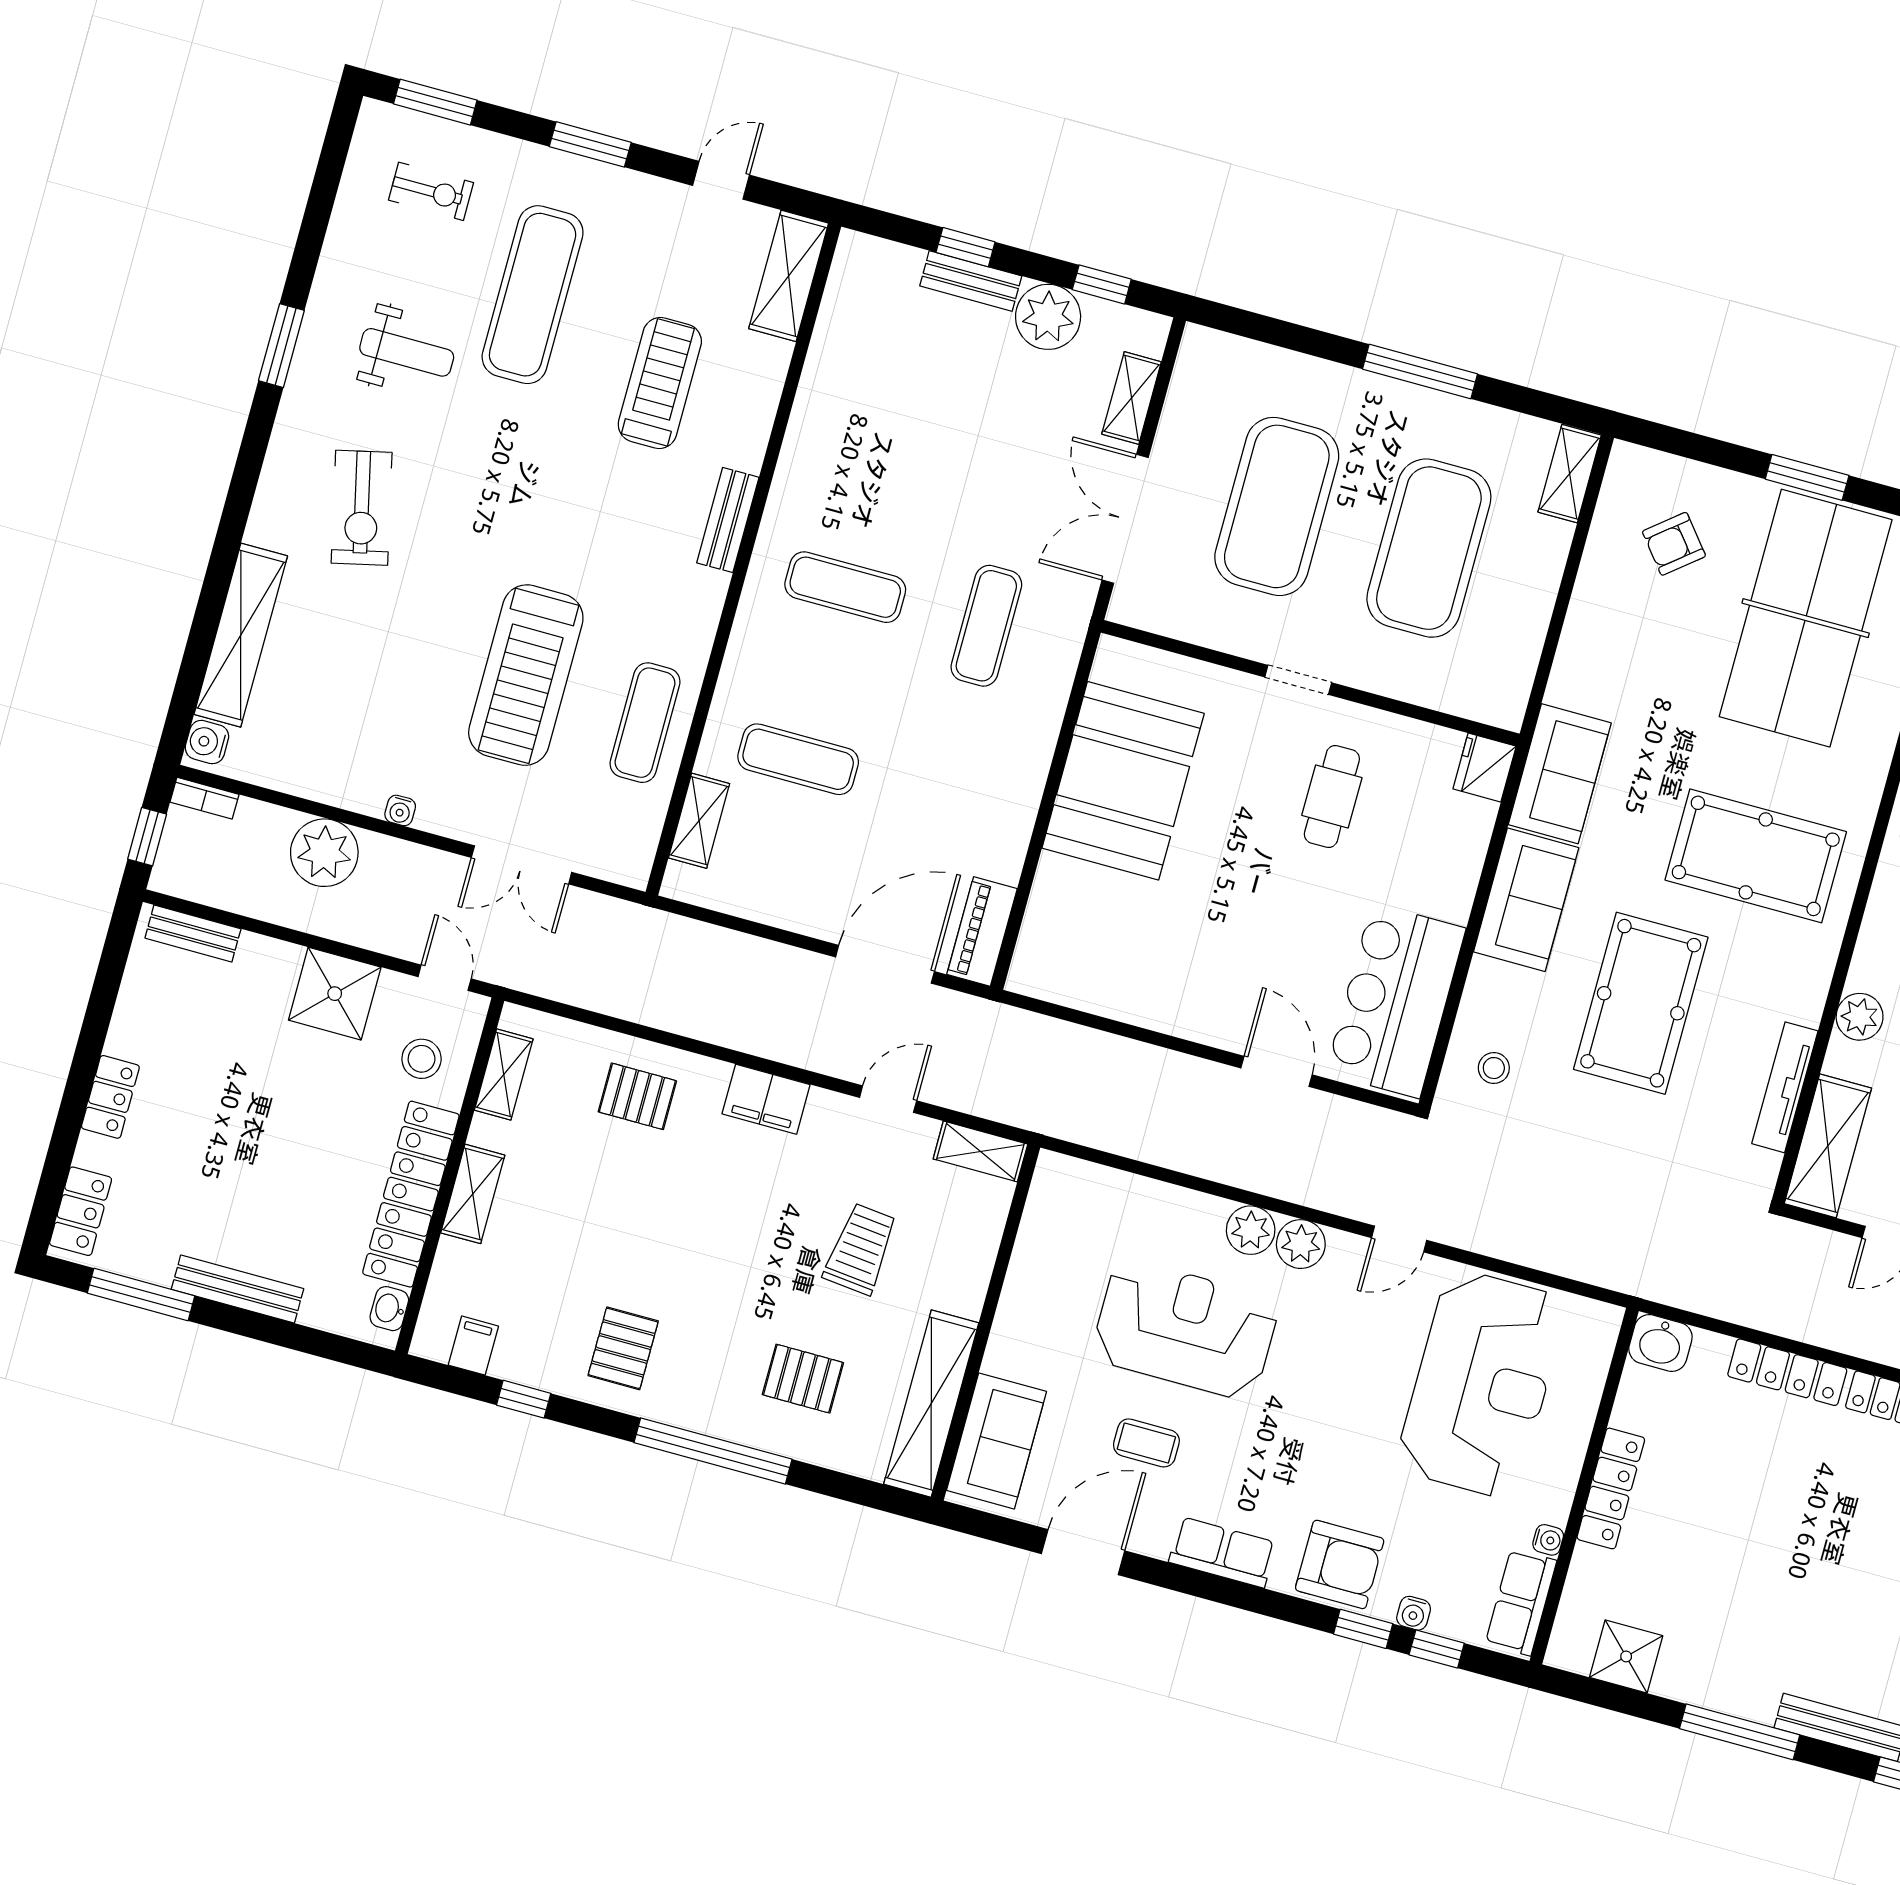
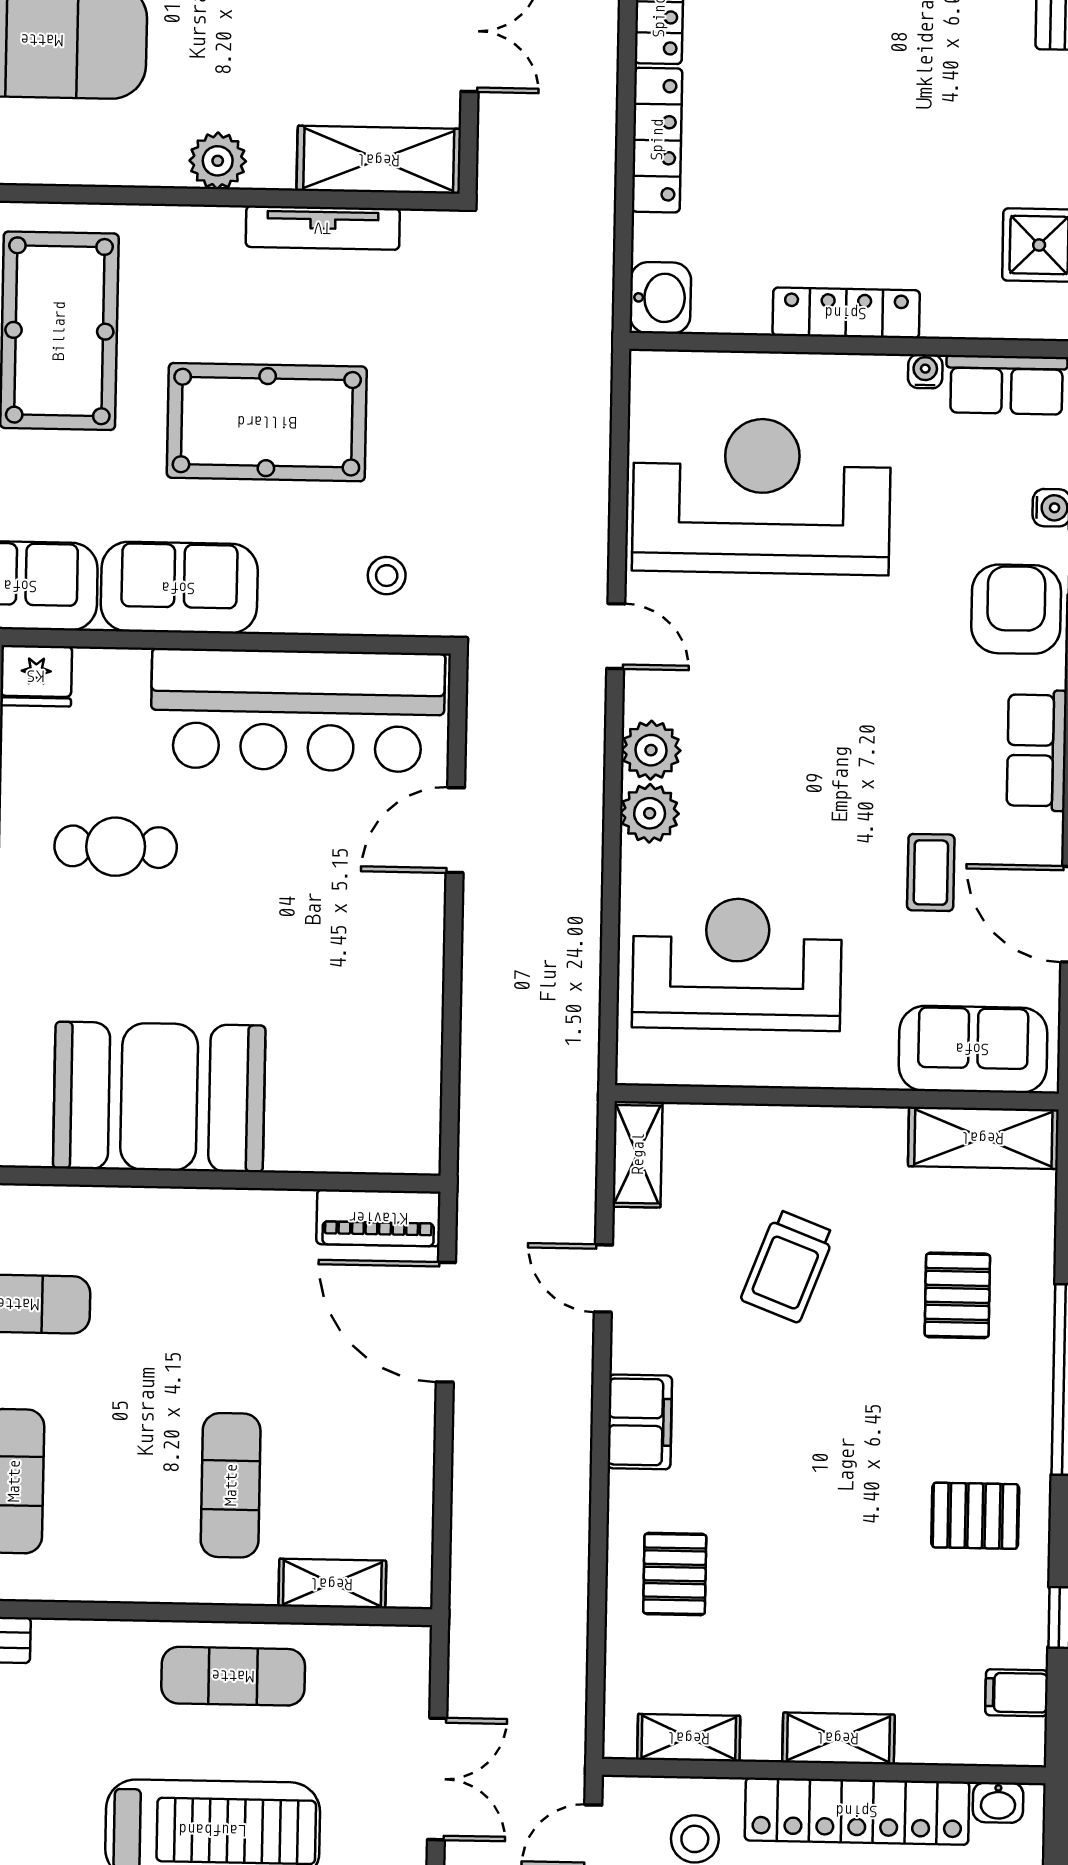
bar counter: (1396, 1001) -> (298, 710), width x1.36
trolley: (861, 1249) -> (788, 1266), turned -75
reception desk: (1185, 1329) -> (737, 964), moved, turned 90
shelving: (931, 1404) -> (983, 1138), width x0.68

